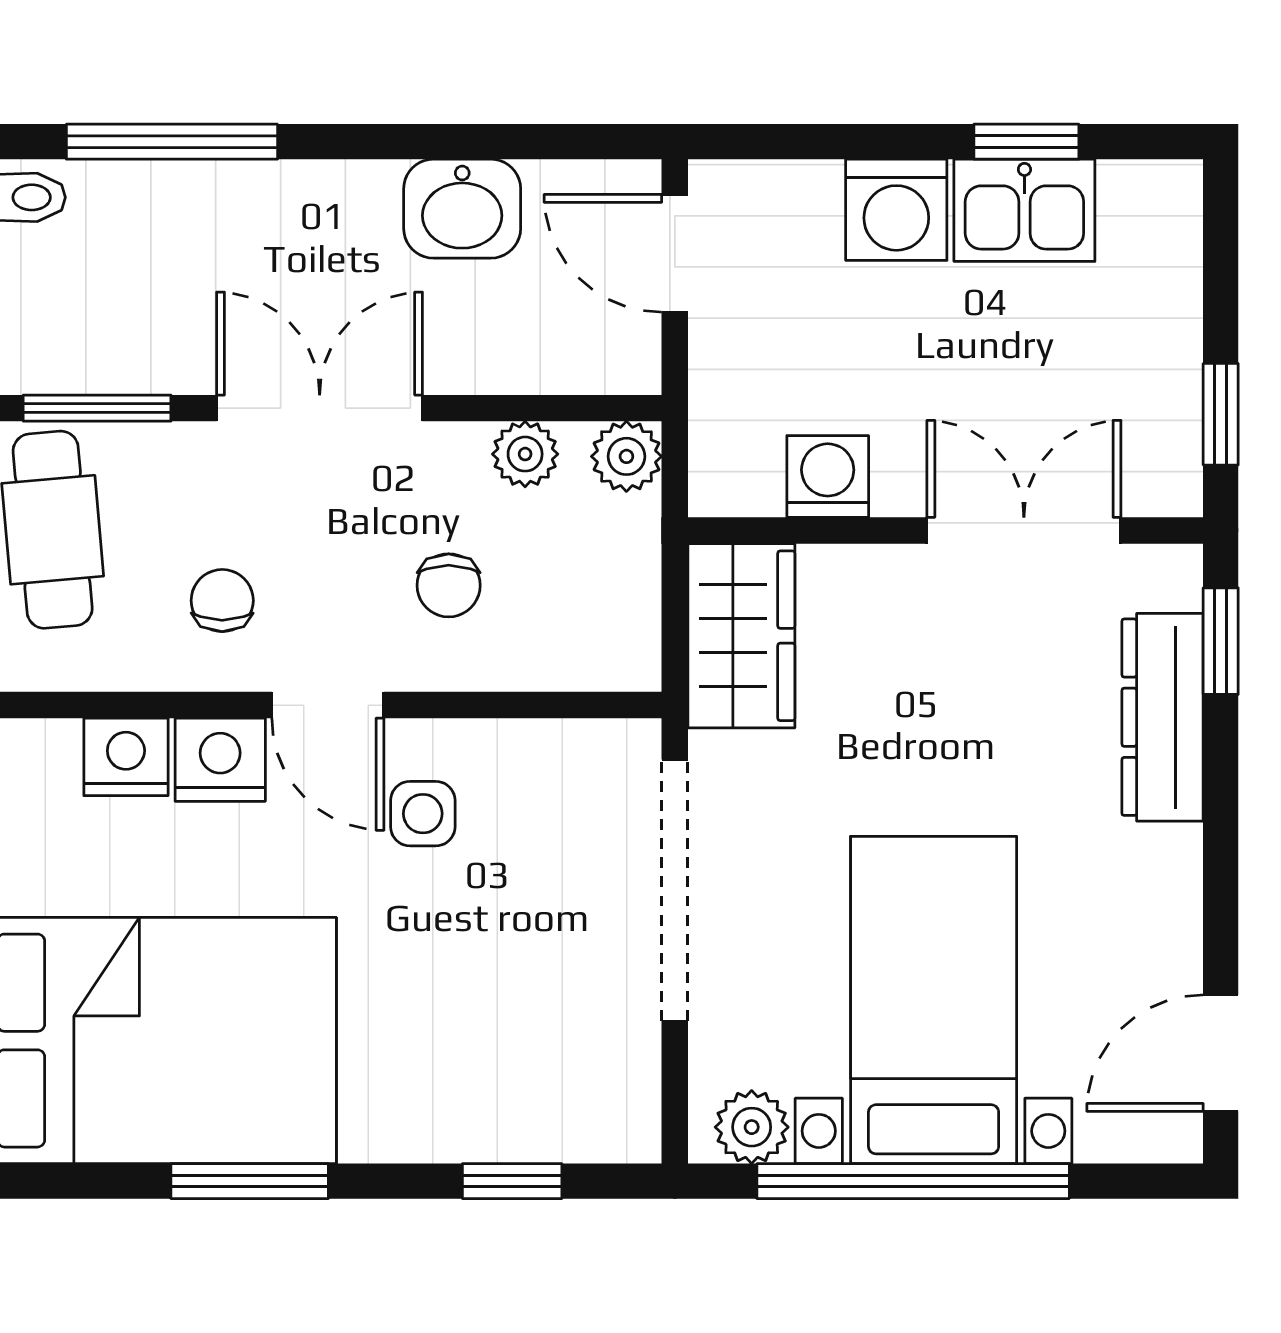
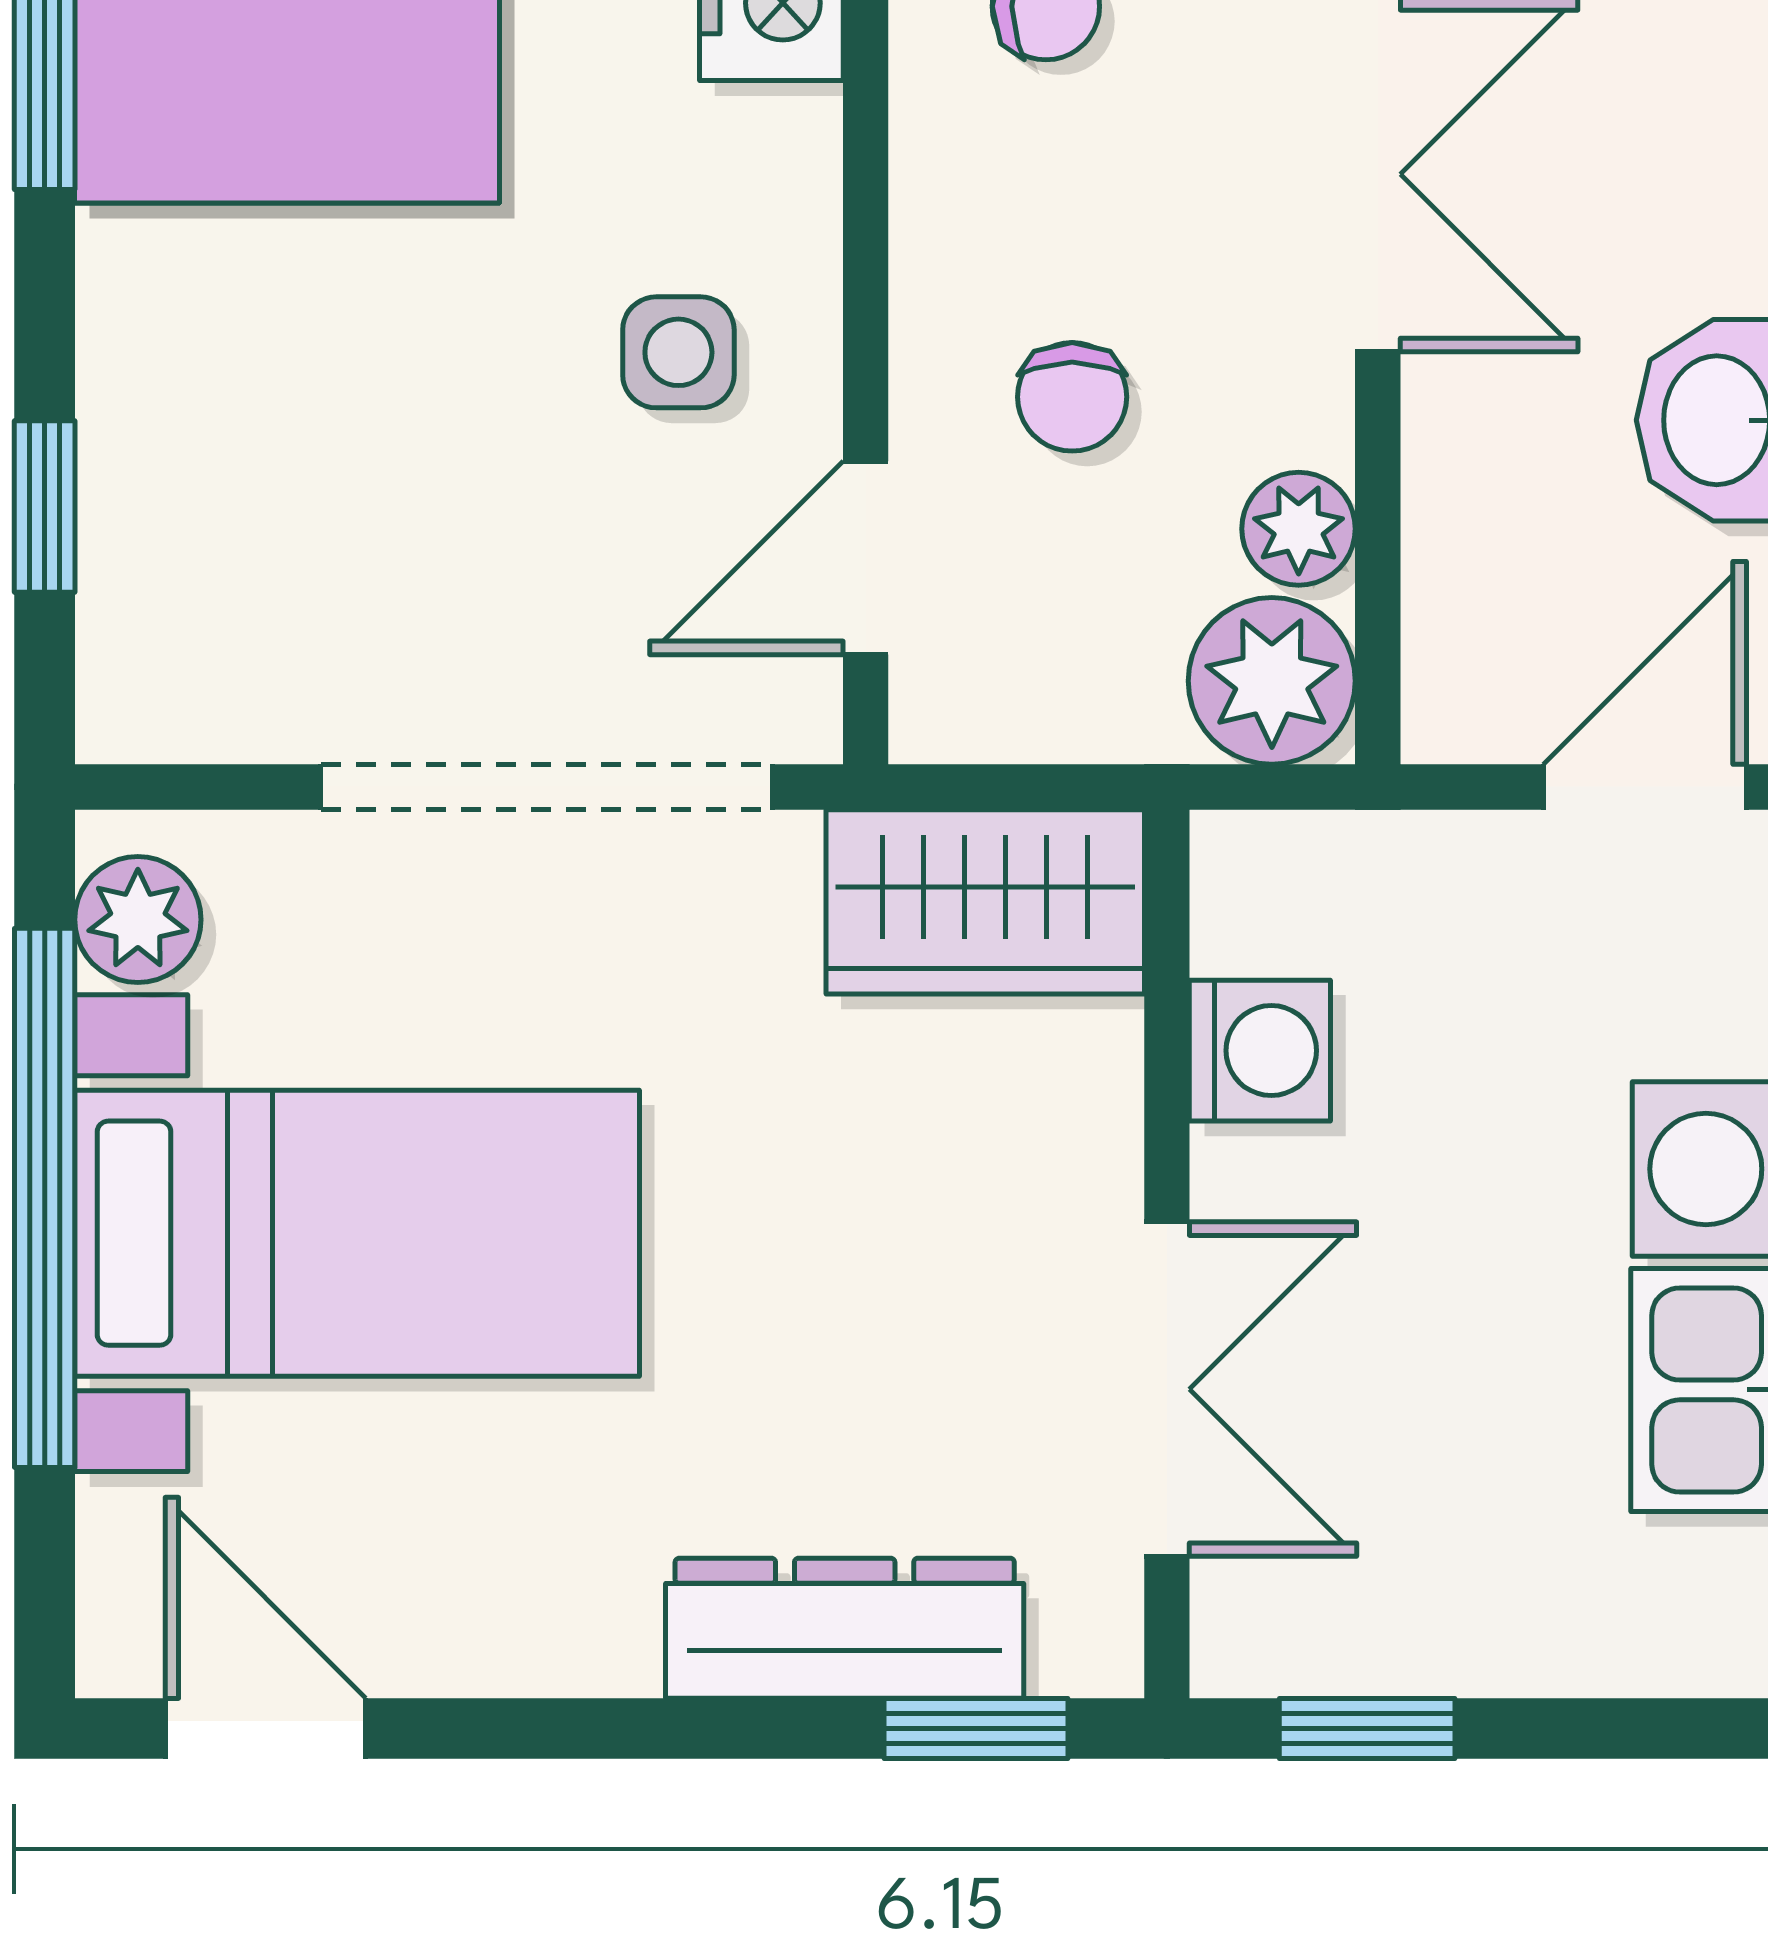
plant: (626, 456) -> (1272, 681), width x1.38, depth x1.38
chair: (449, 585) -> (1072, 397), turned -90
door: (328, 705) -> (866, 558), moved

